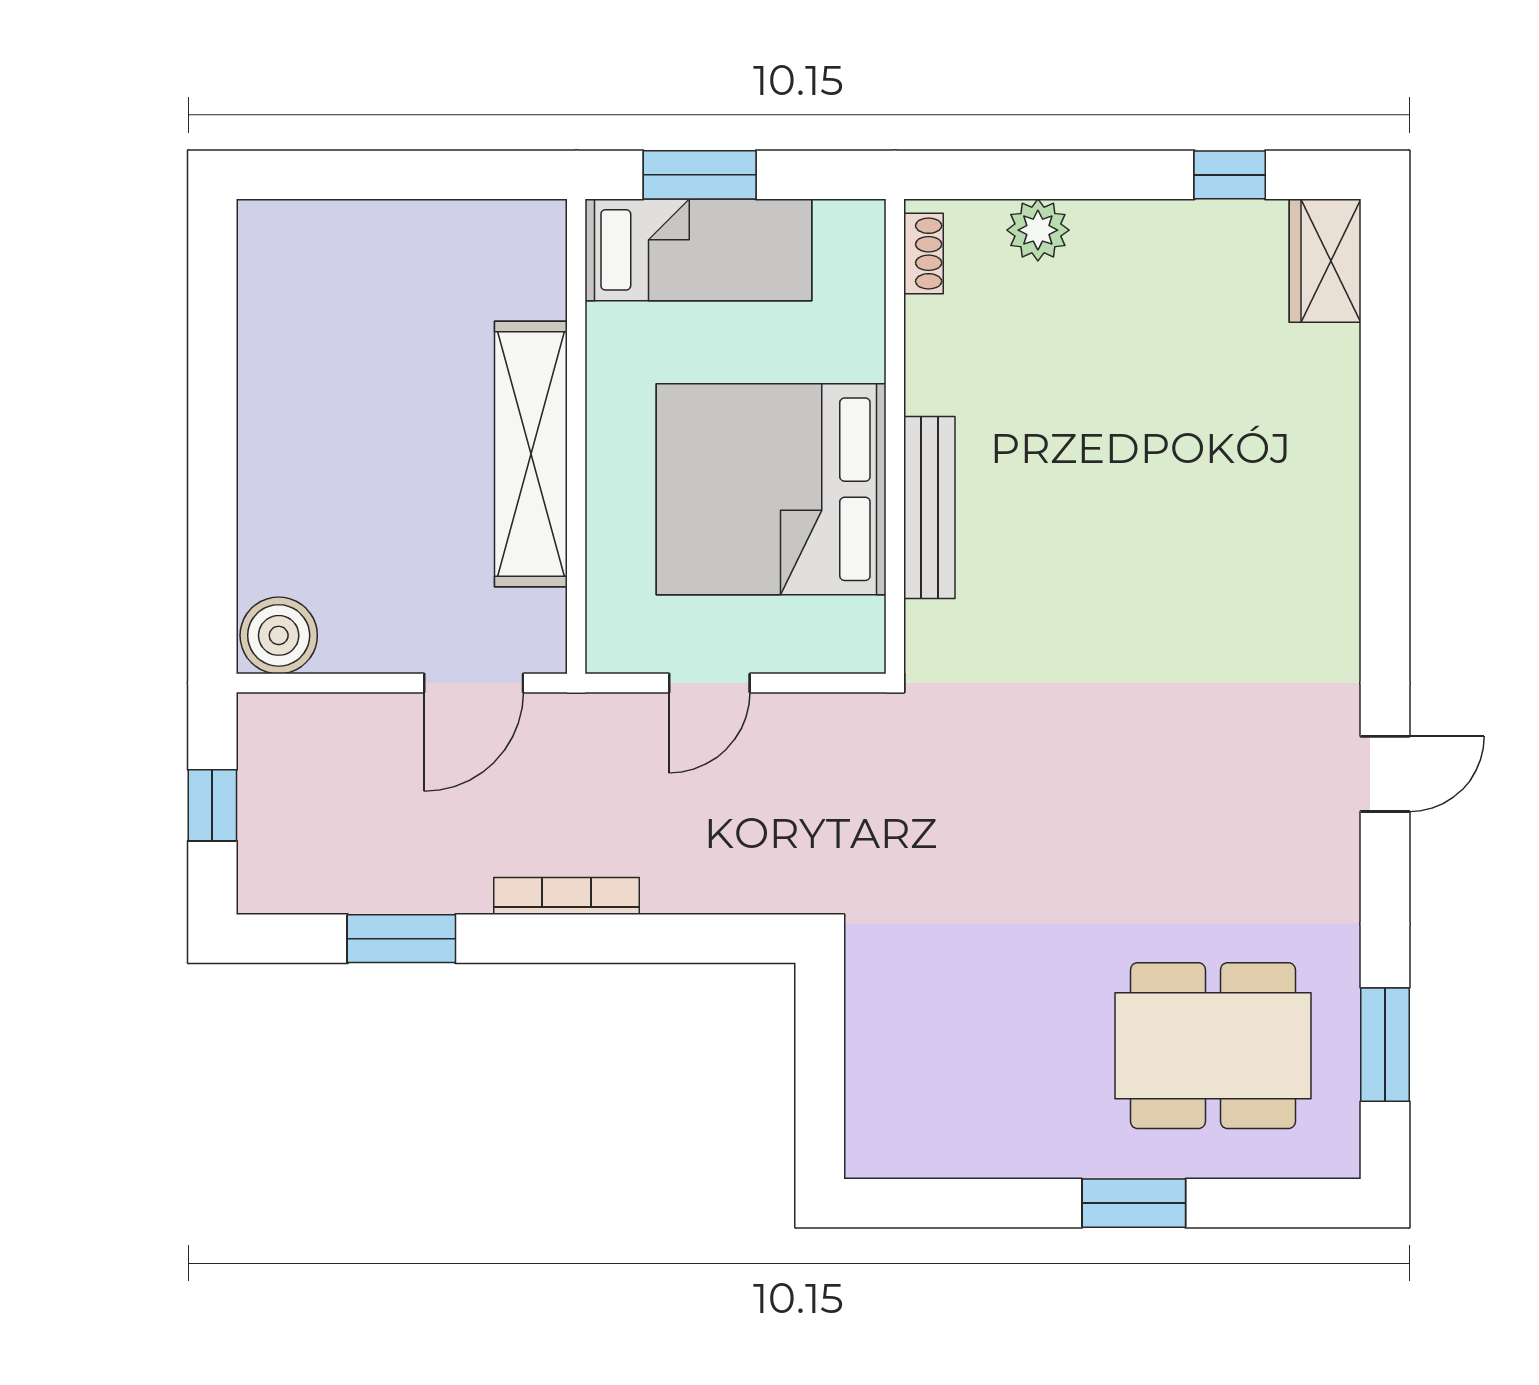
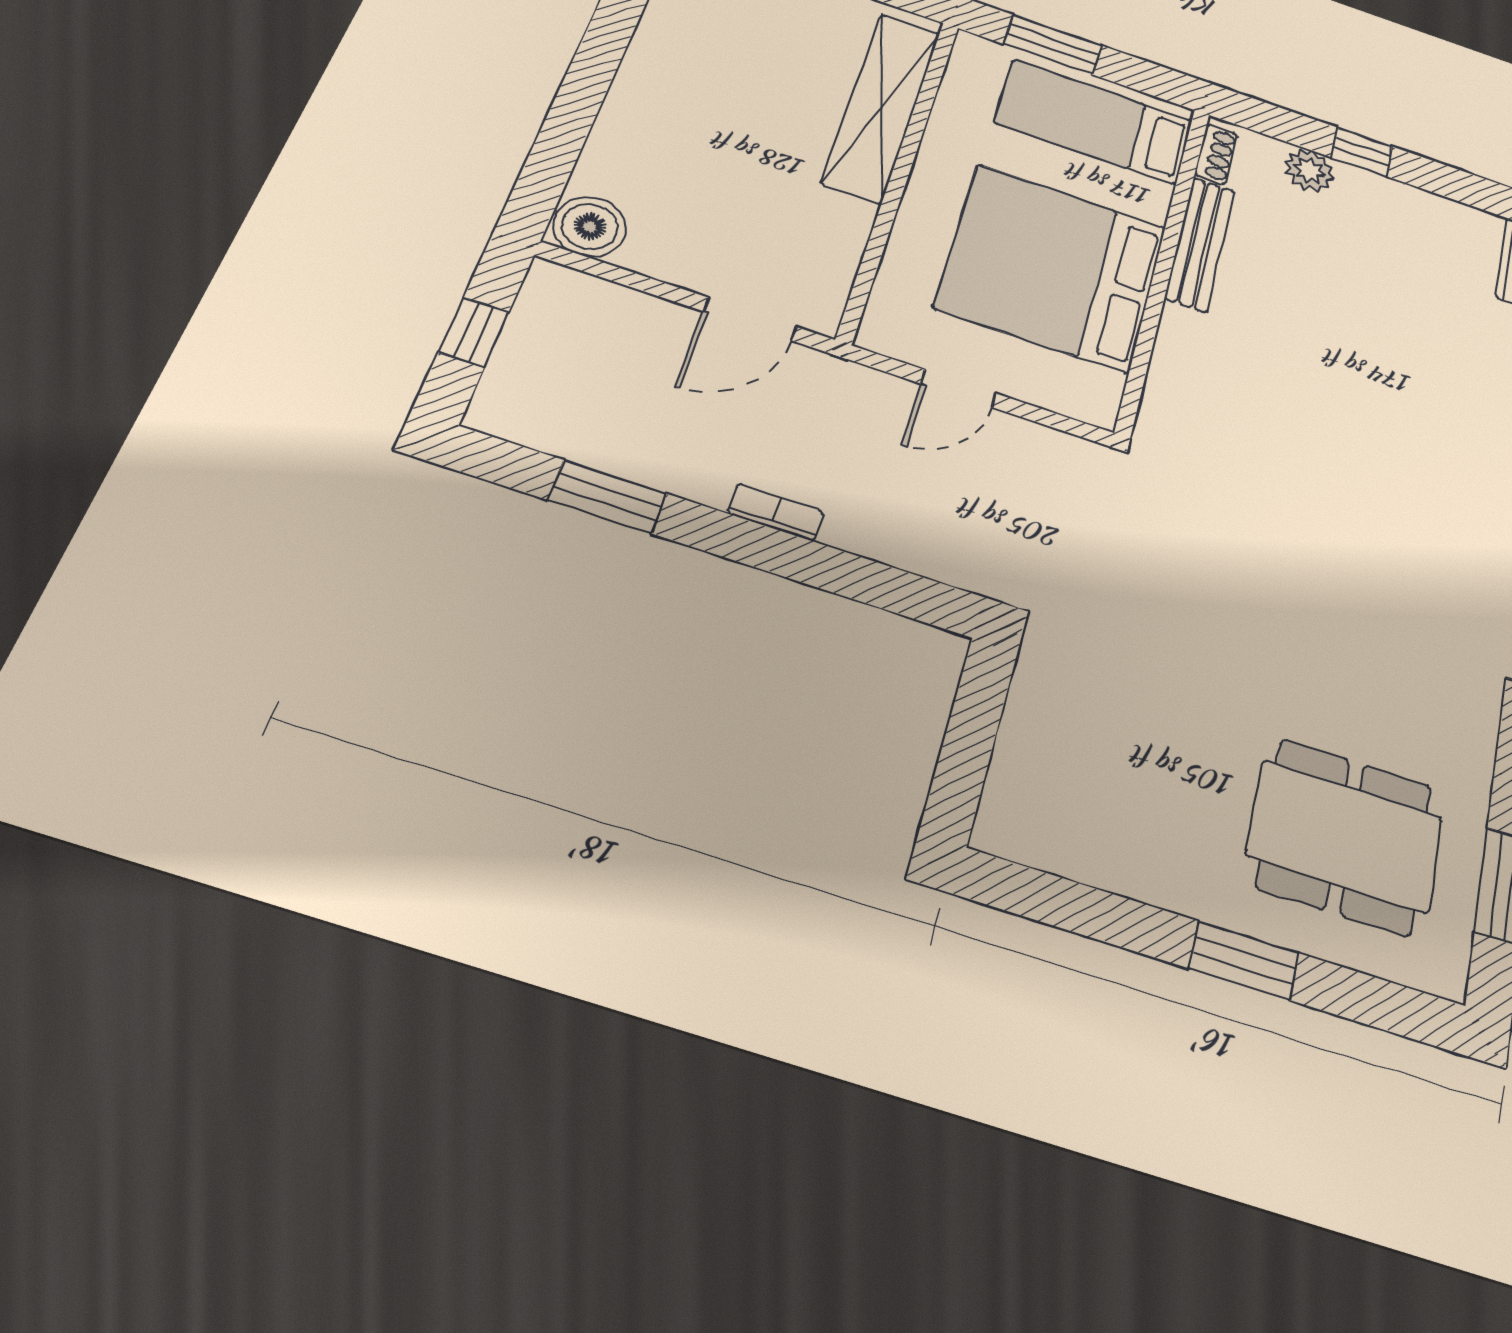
window: (1230, 175) -> (1362, 152), moved
bed: (698, 250) -> (1094, 122), moved, turned 180
shelving: (531, 454) -> (881, 107), moved
bench: (929, 508) -> (1200, 244), moved
bookcase: (566, 896) -> (776, 512), width x0.64

